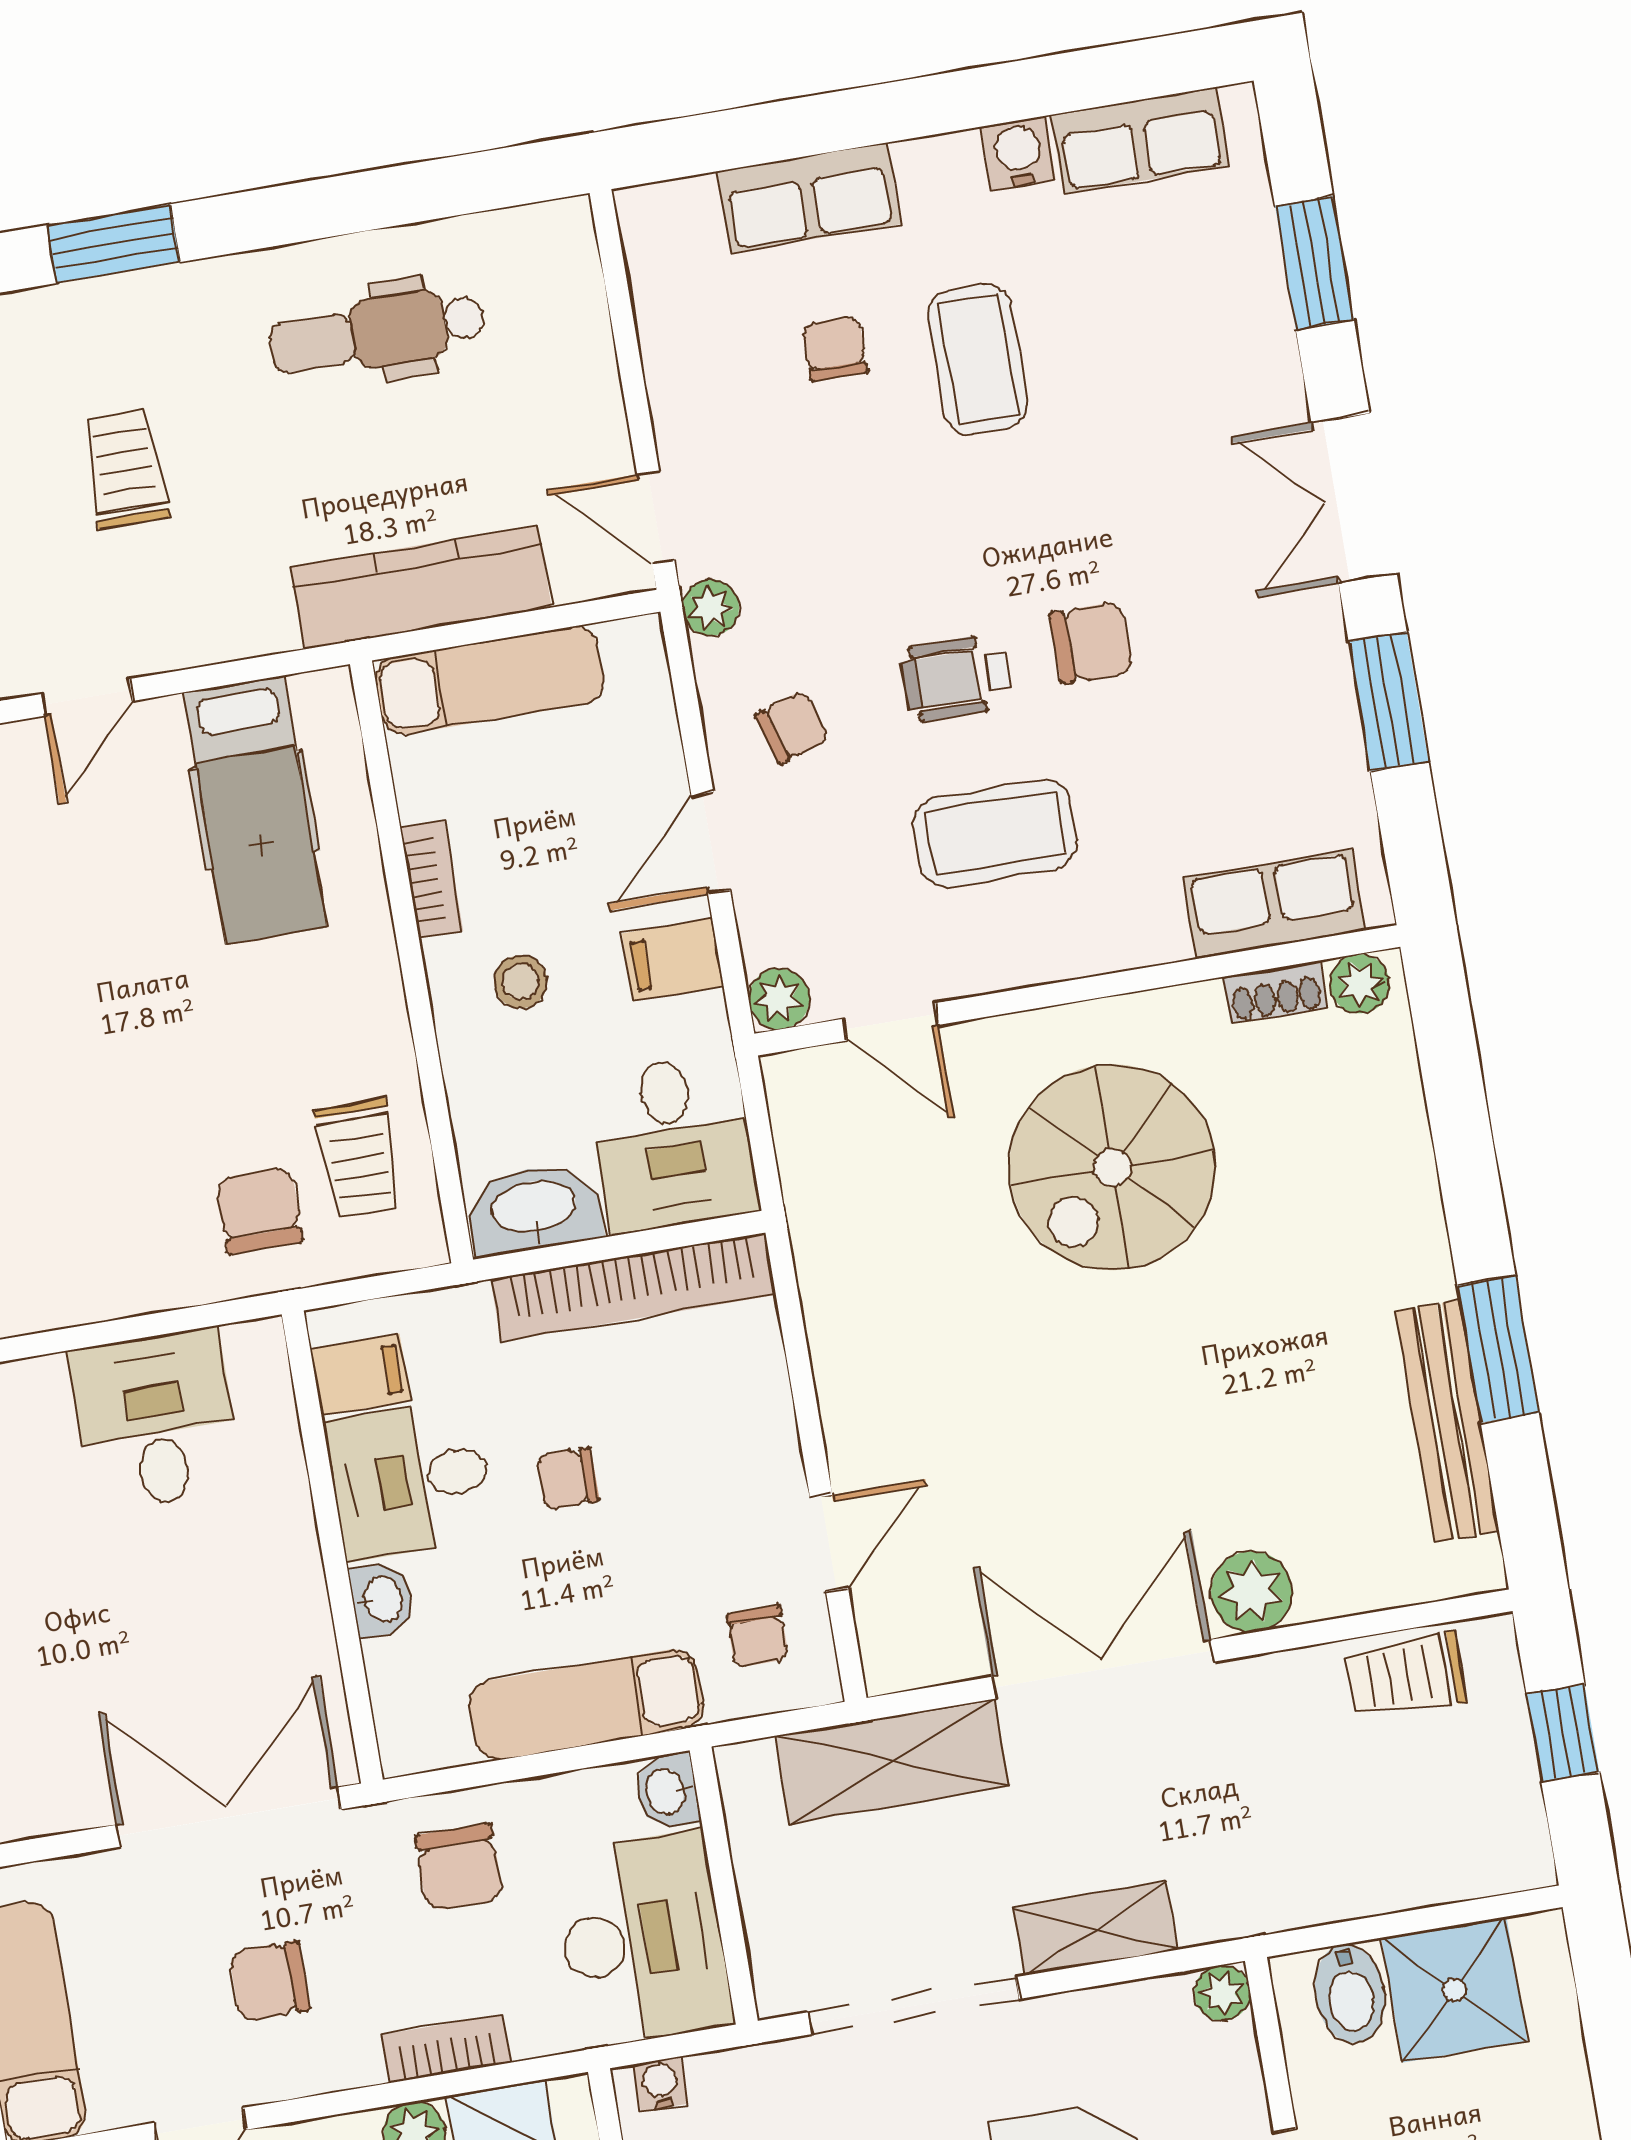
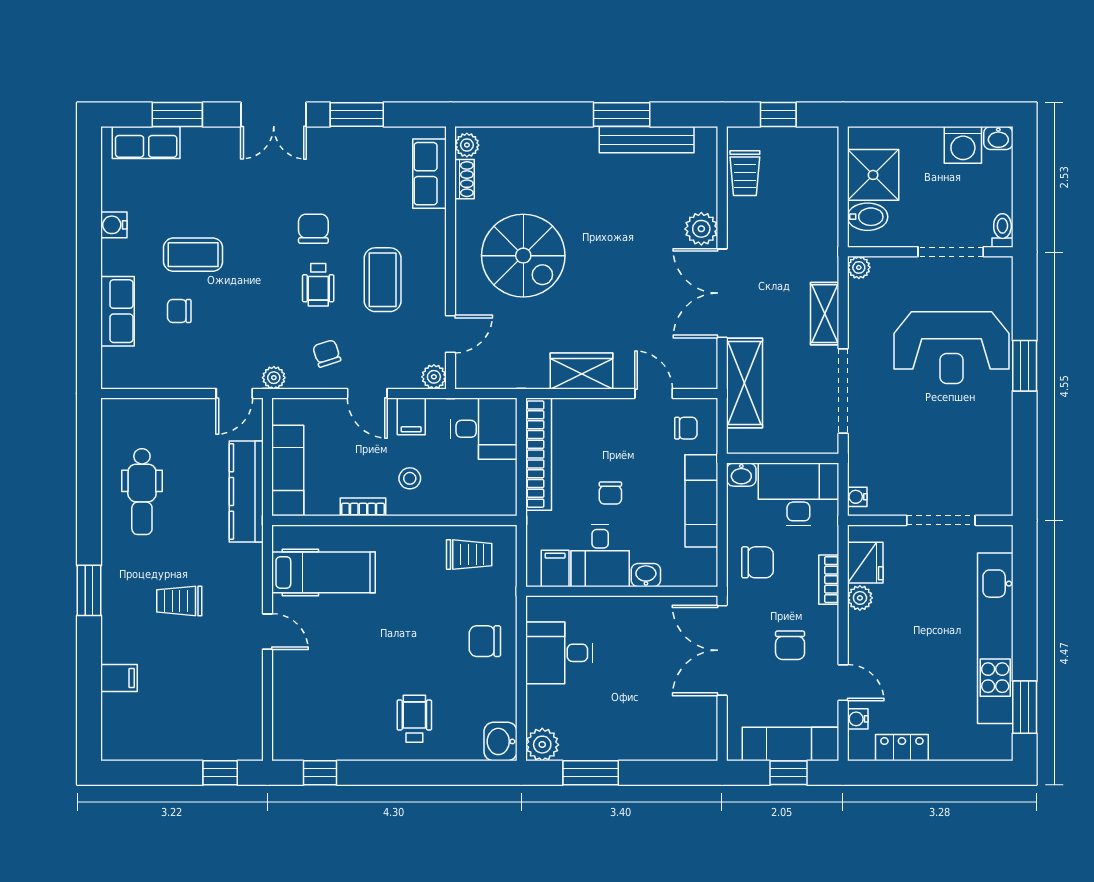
row of seats: (1140, 140) -> (146, 142), moved, turned 90
washbasin: (534, 1209) -> (501, 488), removed
chair: (260, 1210) -> (485, 641), moved
wardrobe: (854, 1358) -> (582, 371), added

